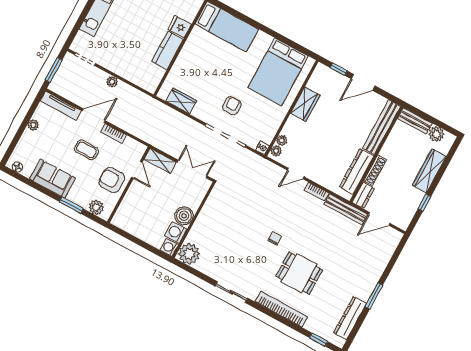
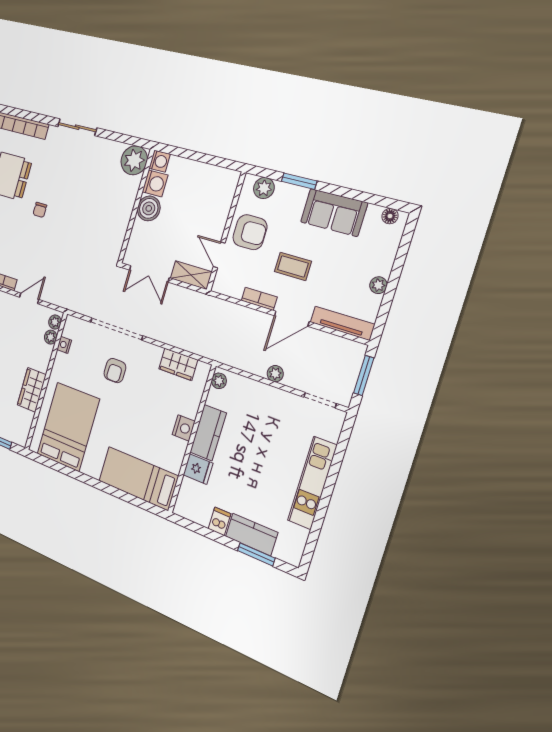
nightstand: (185, 56) -> (184, 428), added
plant: (153, 84) -> (219, 381), added
nightstand: (263, 148) -> (64, 345), moved

